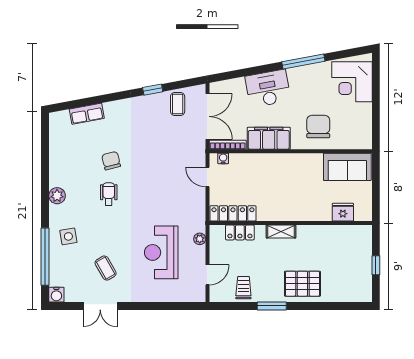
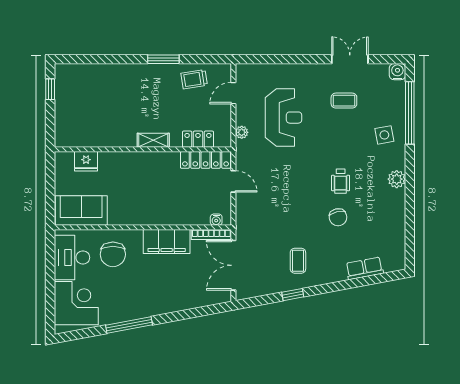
desk: (268, 89) -> (72, 257), moved, turned 101
coffee table: (178, 104) -> (298, 261), moved
door: (207, 177) -> (233, 181), moved
window: (376, 265) -> (50, 89), moved
coffee table: (106, 268) -> (344, 101), turned -60
pallet: (302, 284) -> (130, 84), removed
trolley: (243, 288) -> (194, 79), turned 81

